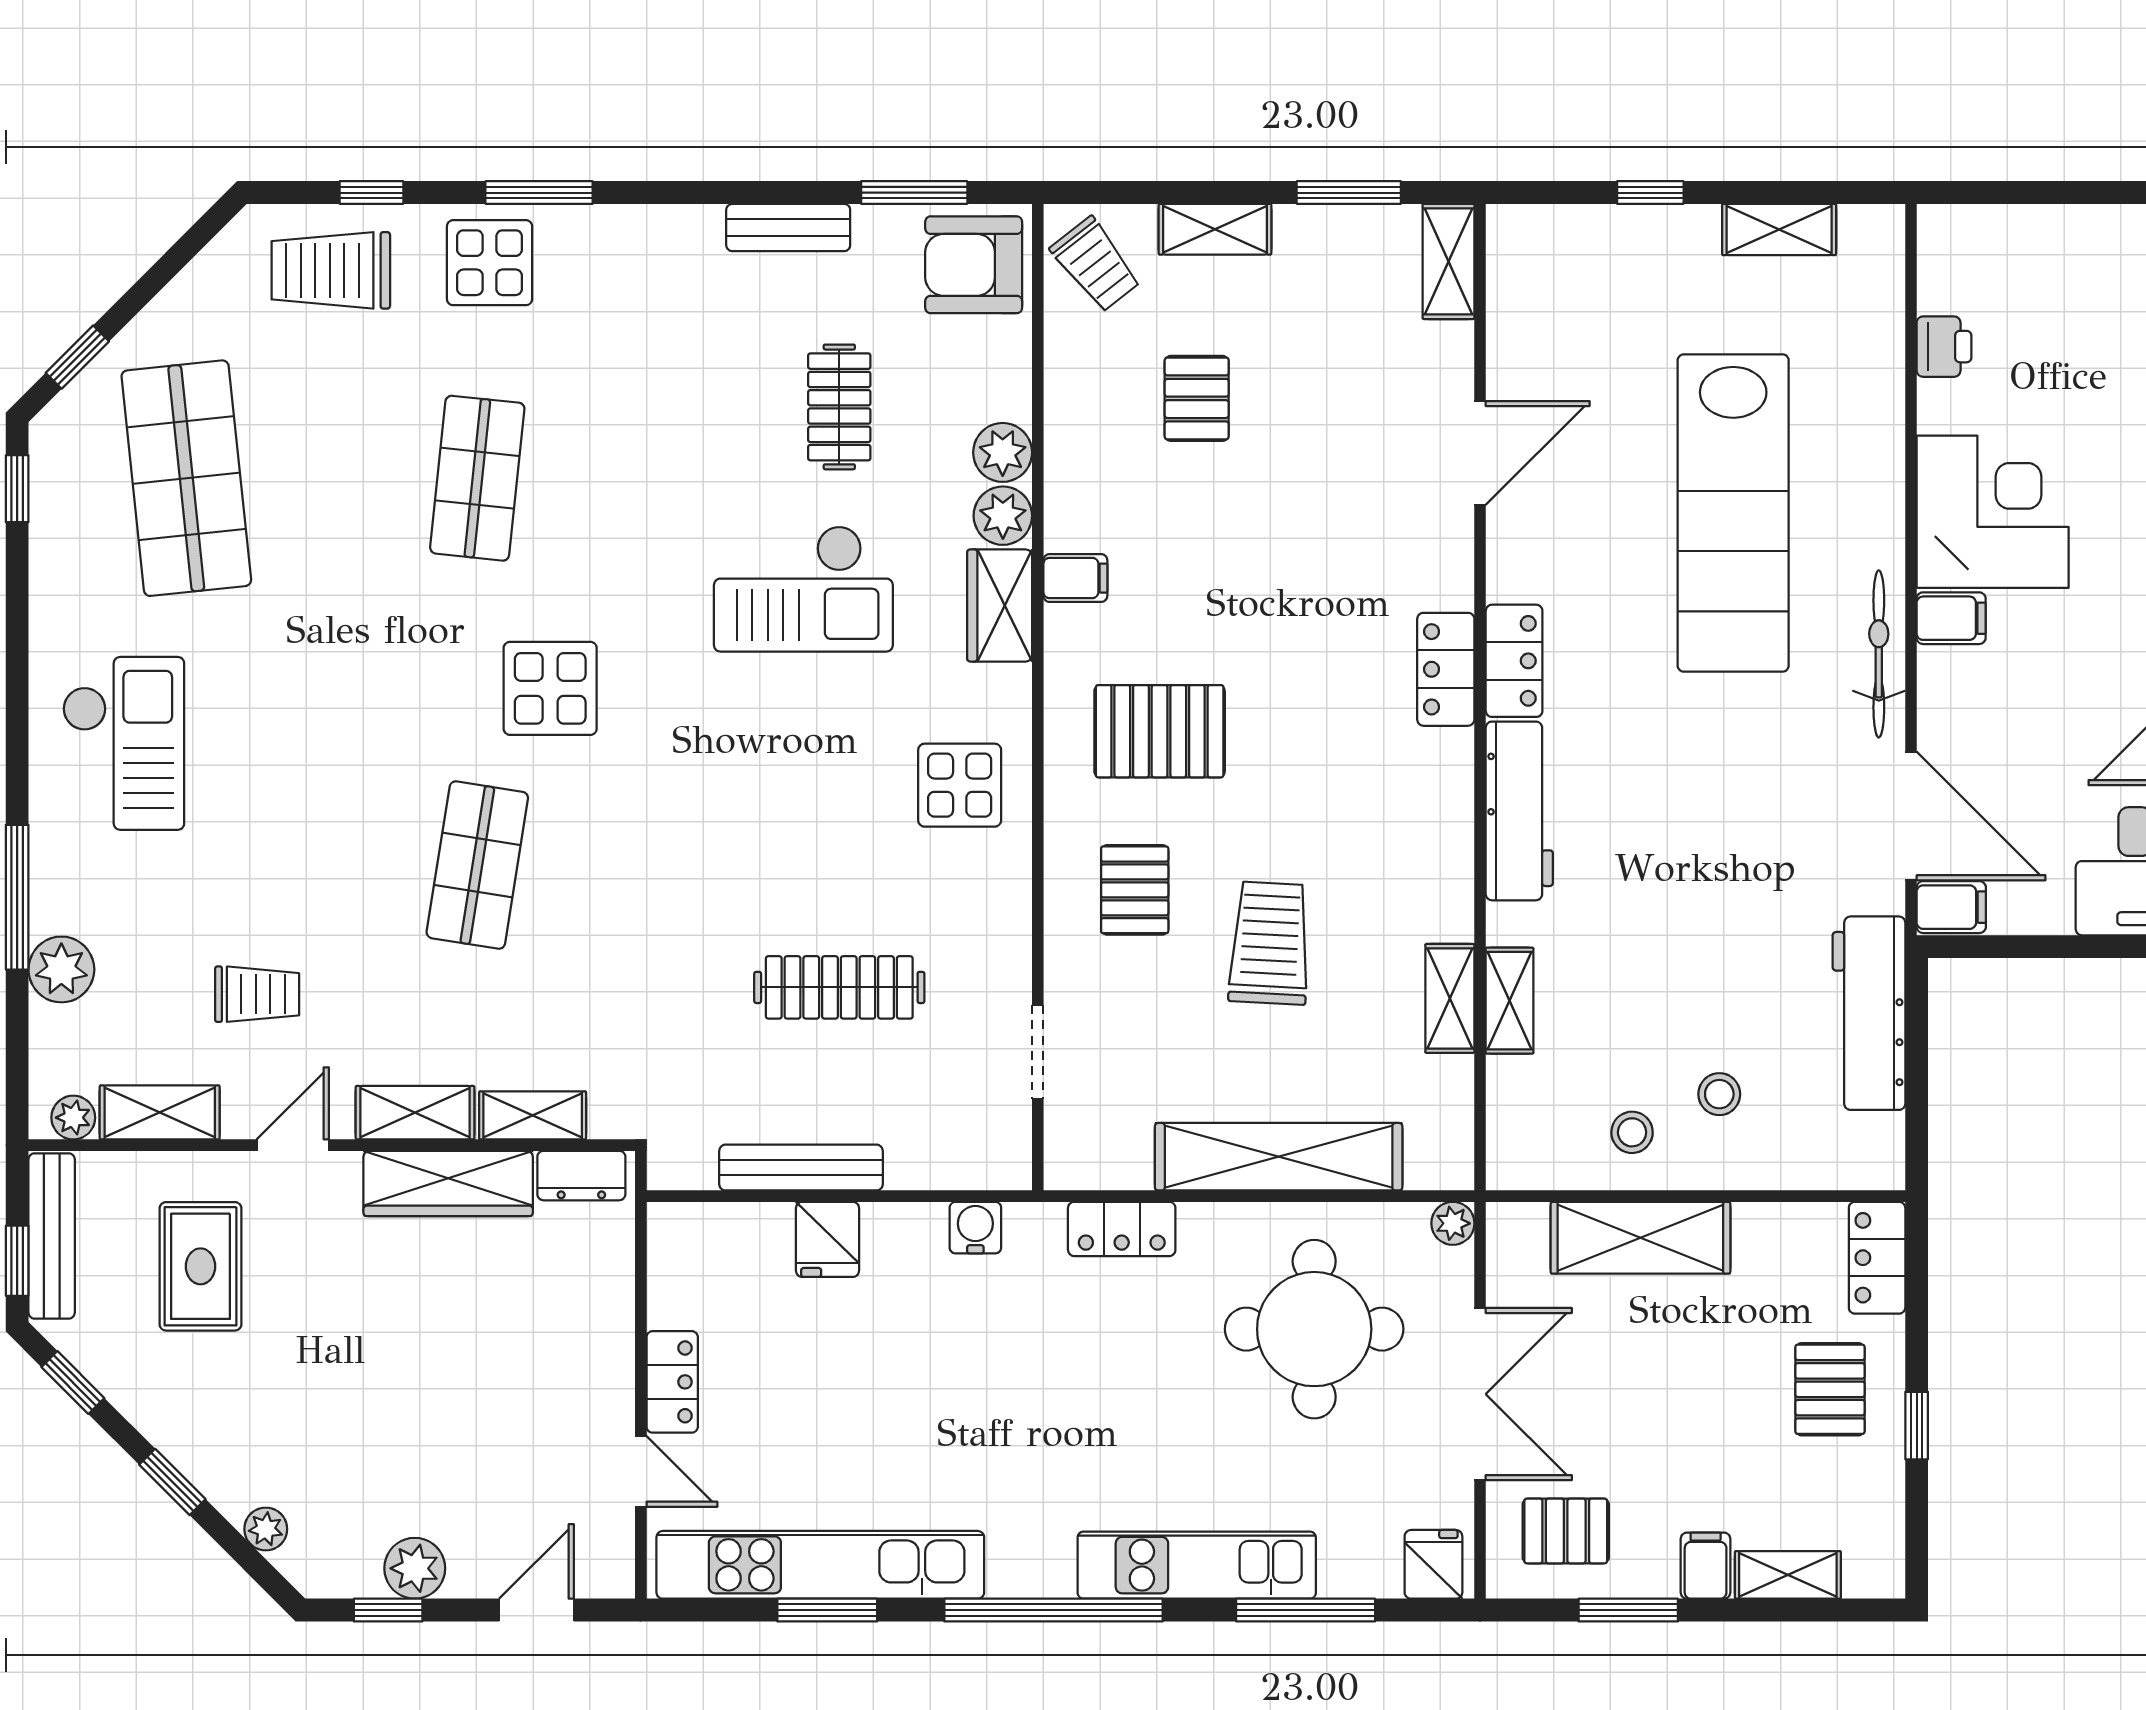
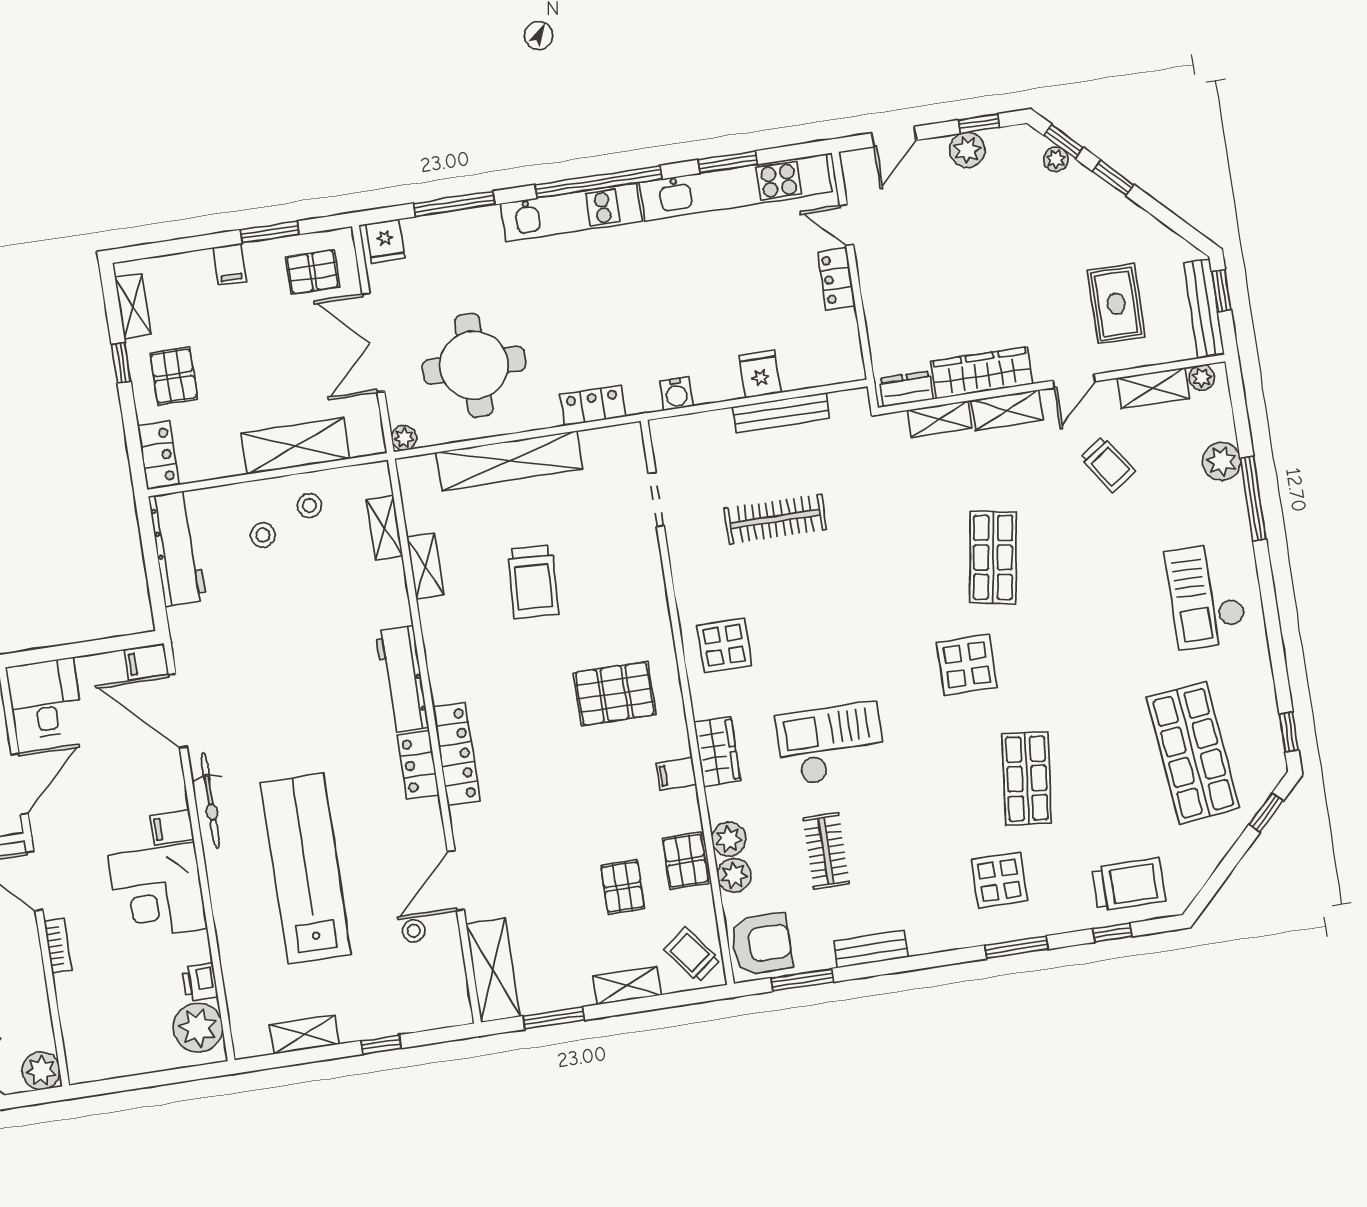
shelving: (1448, 261) -> (493, 970), width x1.50, depth x1.33
display table: (490, 263) -> (999, 880), moved
plant: (1959, 269) -> (198, 1028), added
stool: (1565, 378) -> (414, 931), added
plant: (1003, 516) -> (734, 875), moved
locker: (1446, 669) -> (456, 754), width x1.53
pallet: (1135, 890) -> (686, 861), moved
trolley: (257, 994) -> (1108, 464), turned -125
shelving: (1510, 1001) -> (385, 528), moved
workbench: (1869, 1013) -> (177, 548), moved
window: (73, 1383) -> (1064, 141), moved
kitchen unit: (1197, 1565) -> (571, 212), moved
shelving: (1788, 1575) -> (133, 306), moved, turned 90

